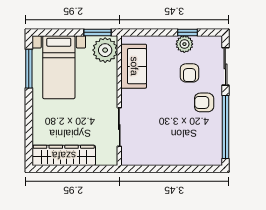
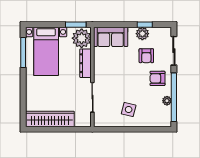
sofa: (134, 66) -> (111, 37), moved, turned 90
dresser: (110, 83) -> (86, 63), added
plant: (216, 132) -> (167, 101), added
side table: (166, 143) -> (129, 110), added

